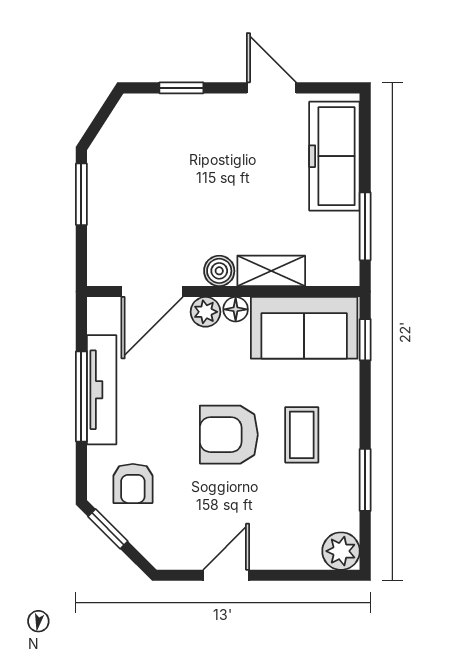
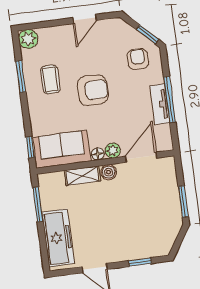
tv unit: (102, 390) -> (160, 104), width x0.71
coffee table: (302, 435) -> (50, 79), moved

